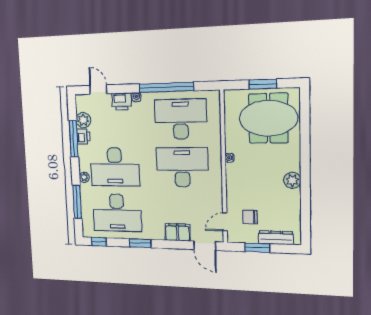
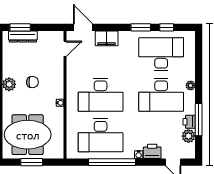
desk: (115, 167) -> (161, 95), turned 180
window: (77, 202) -> (199, 63), removed
chair: (250, 217) -> (32, 82), moved
window: (99, 242) -> (167, 27), moved
window: (257, 248) -> (20, 27), moved

